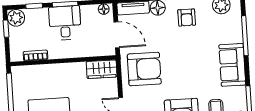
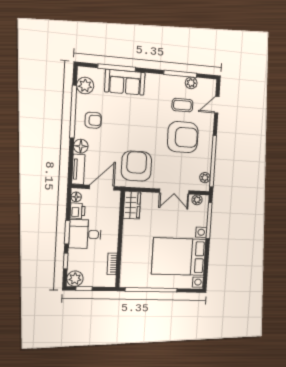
printer: (89, 12) -> (78, 211), added
sofa: (232, 65) -> (125, 82), moved

